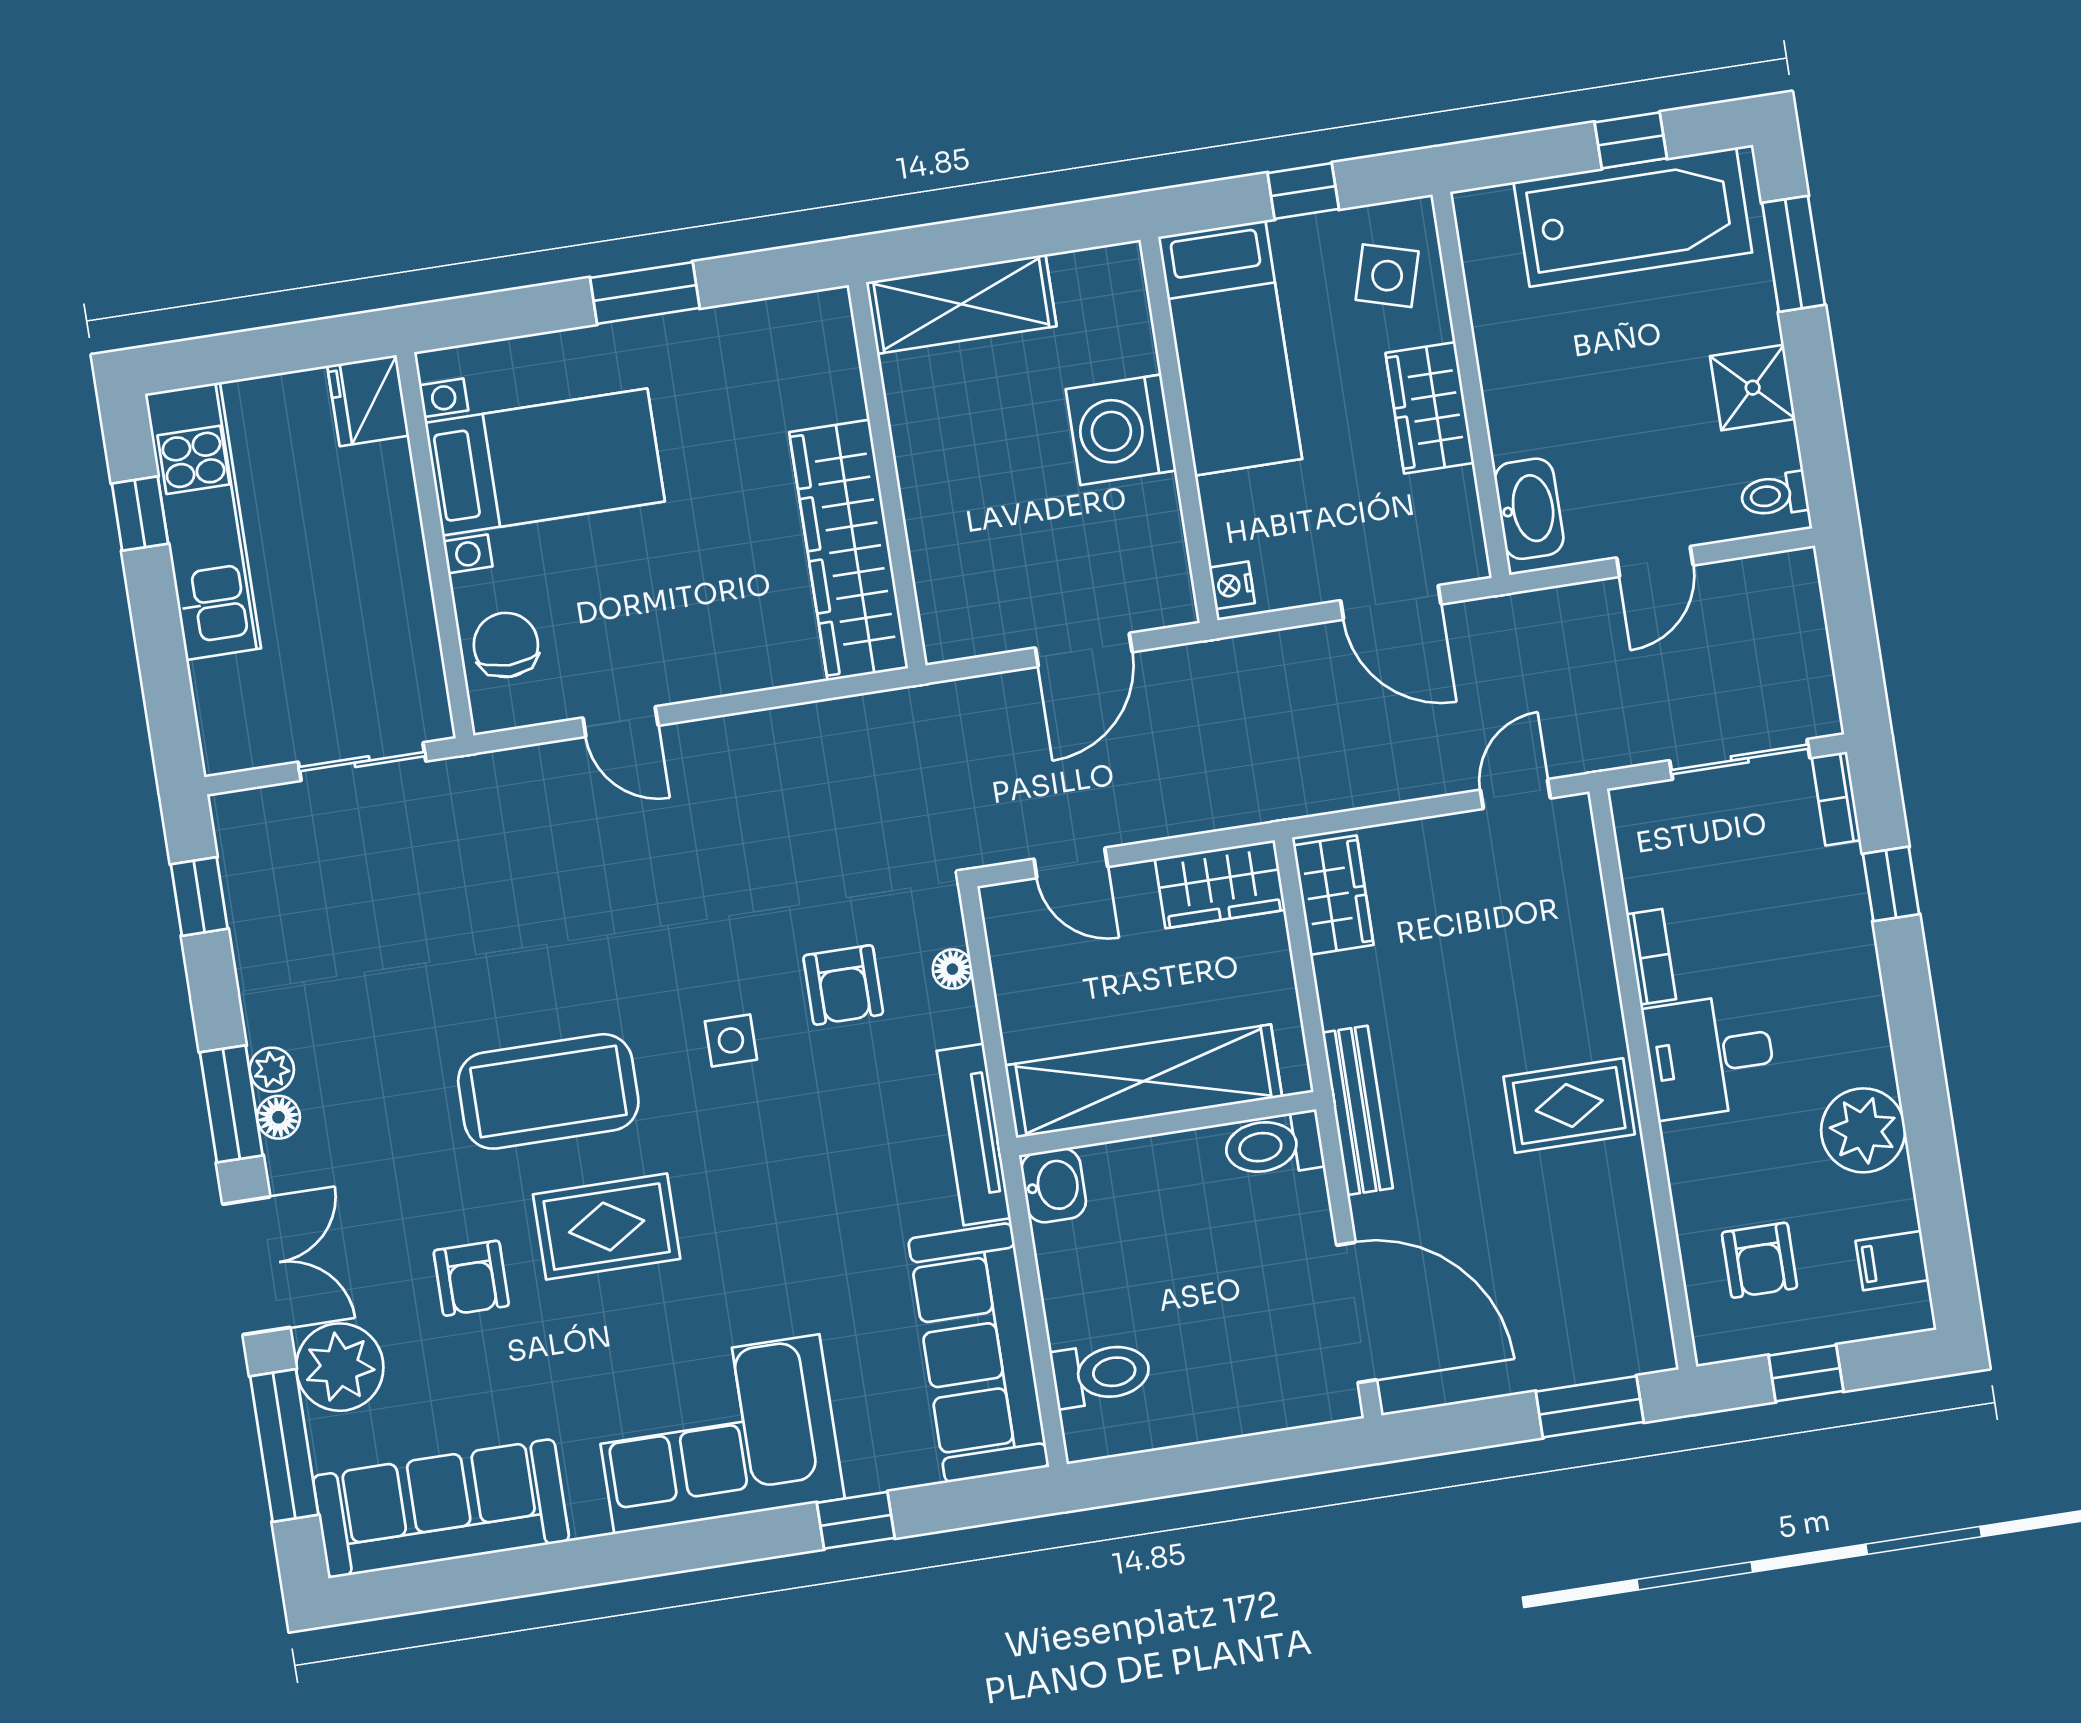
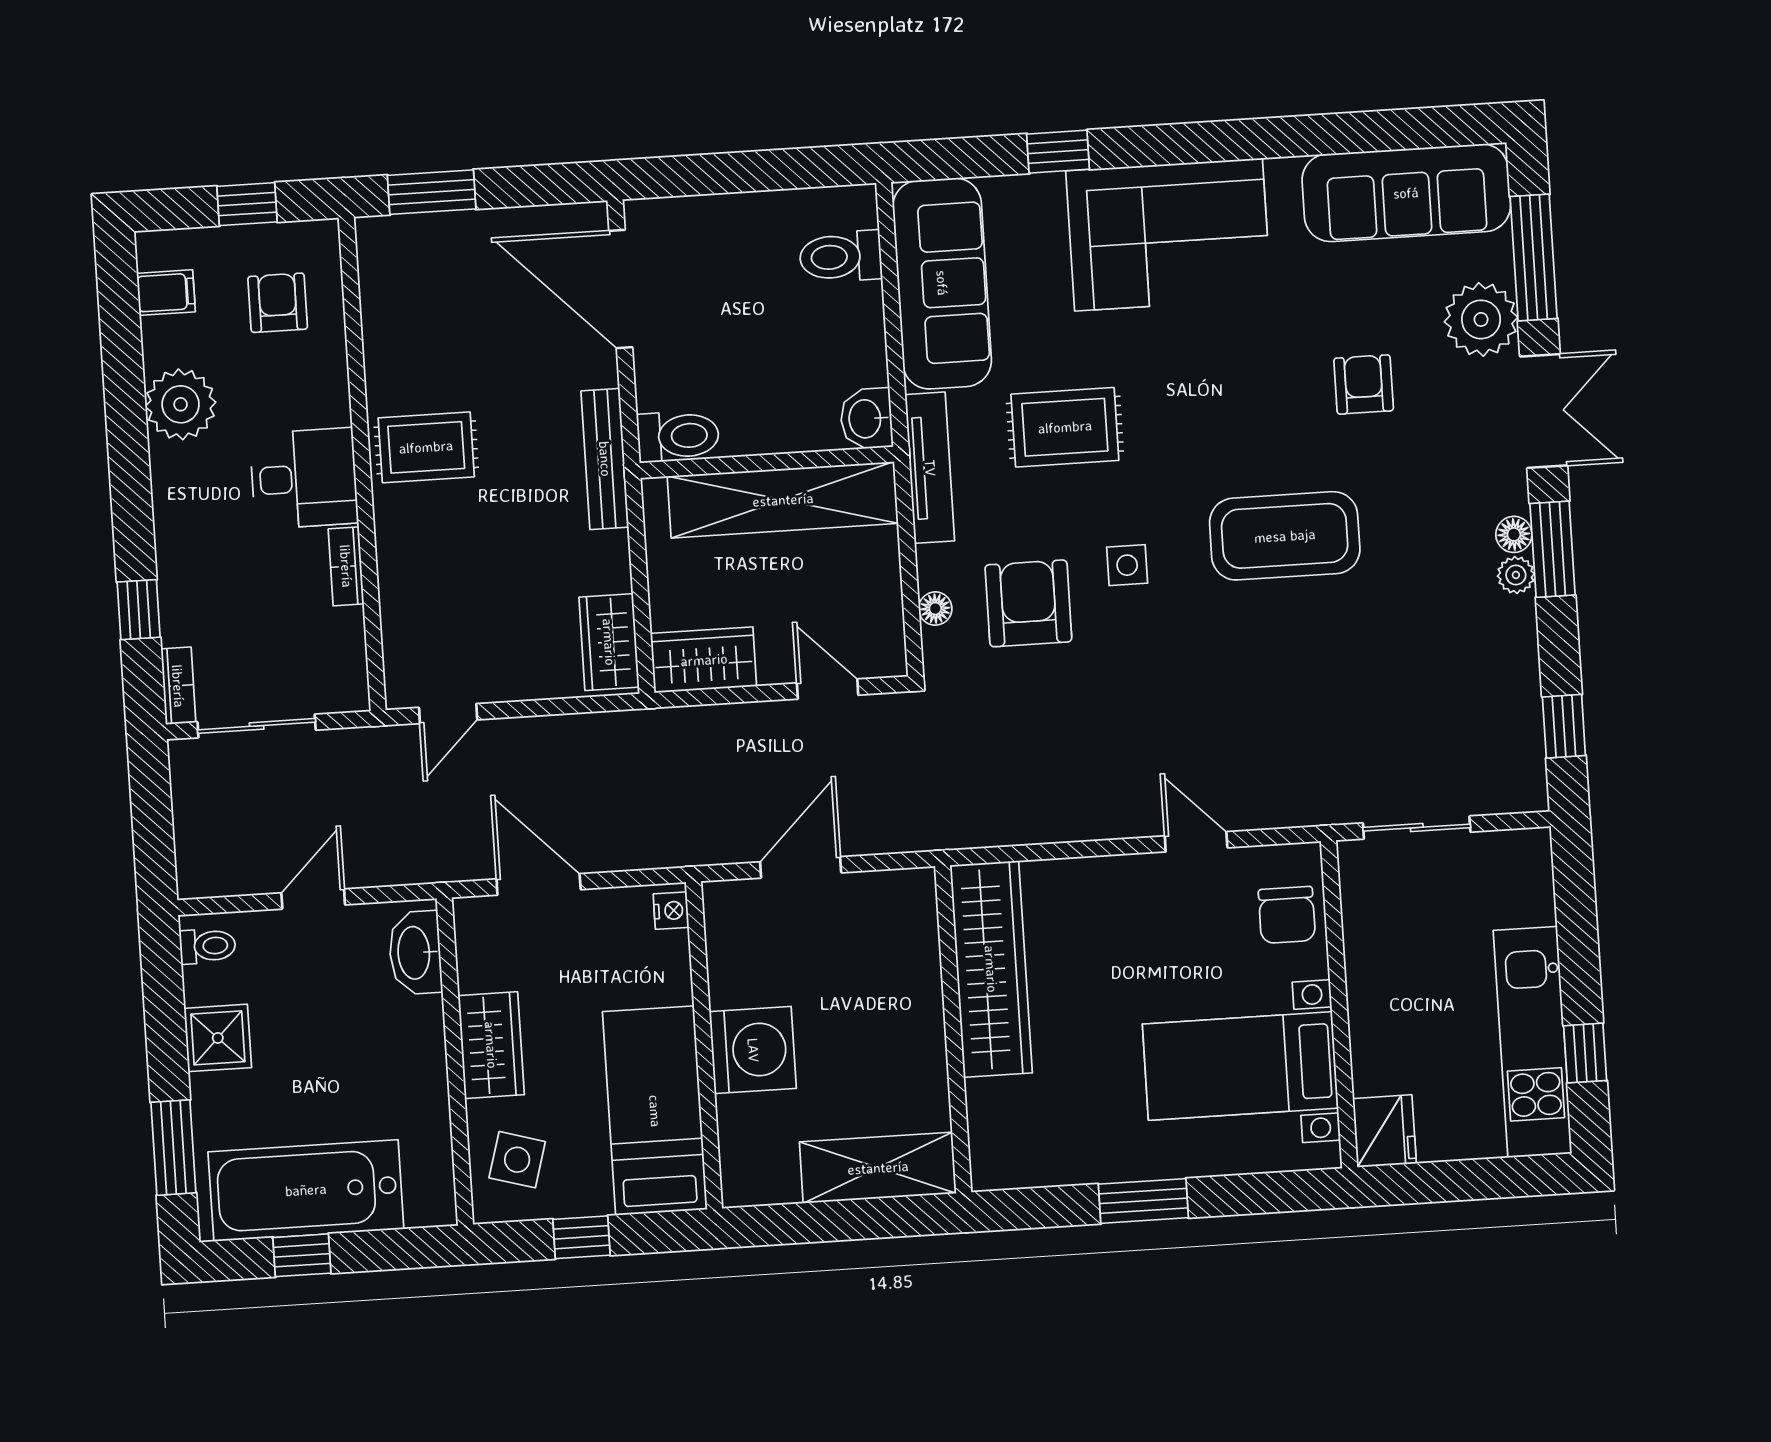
armchair: (843, 985) -> (1028, 603), width x1.38, depth x1.38
rug: (607, 1227) -> (1065, 427), moved
double door: (256, 1266) -> (1544, 411), swing flipped

